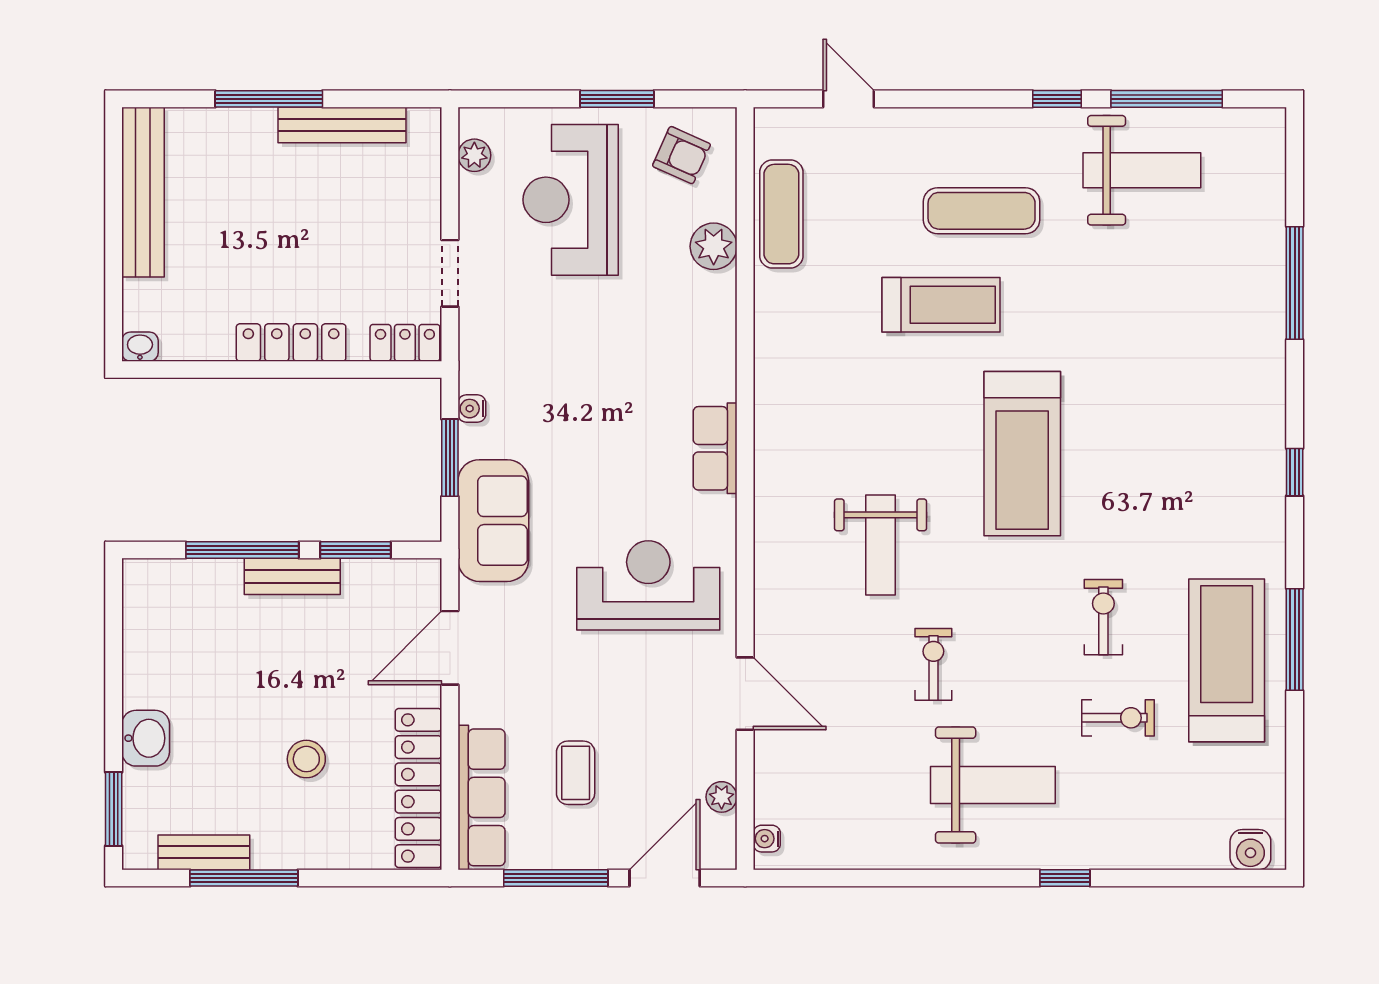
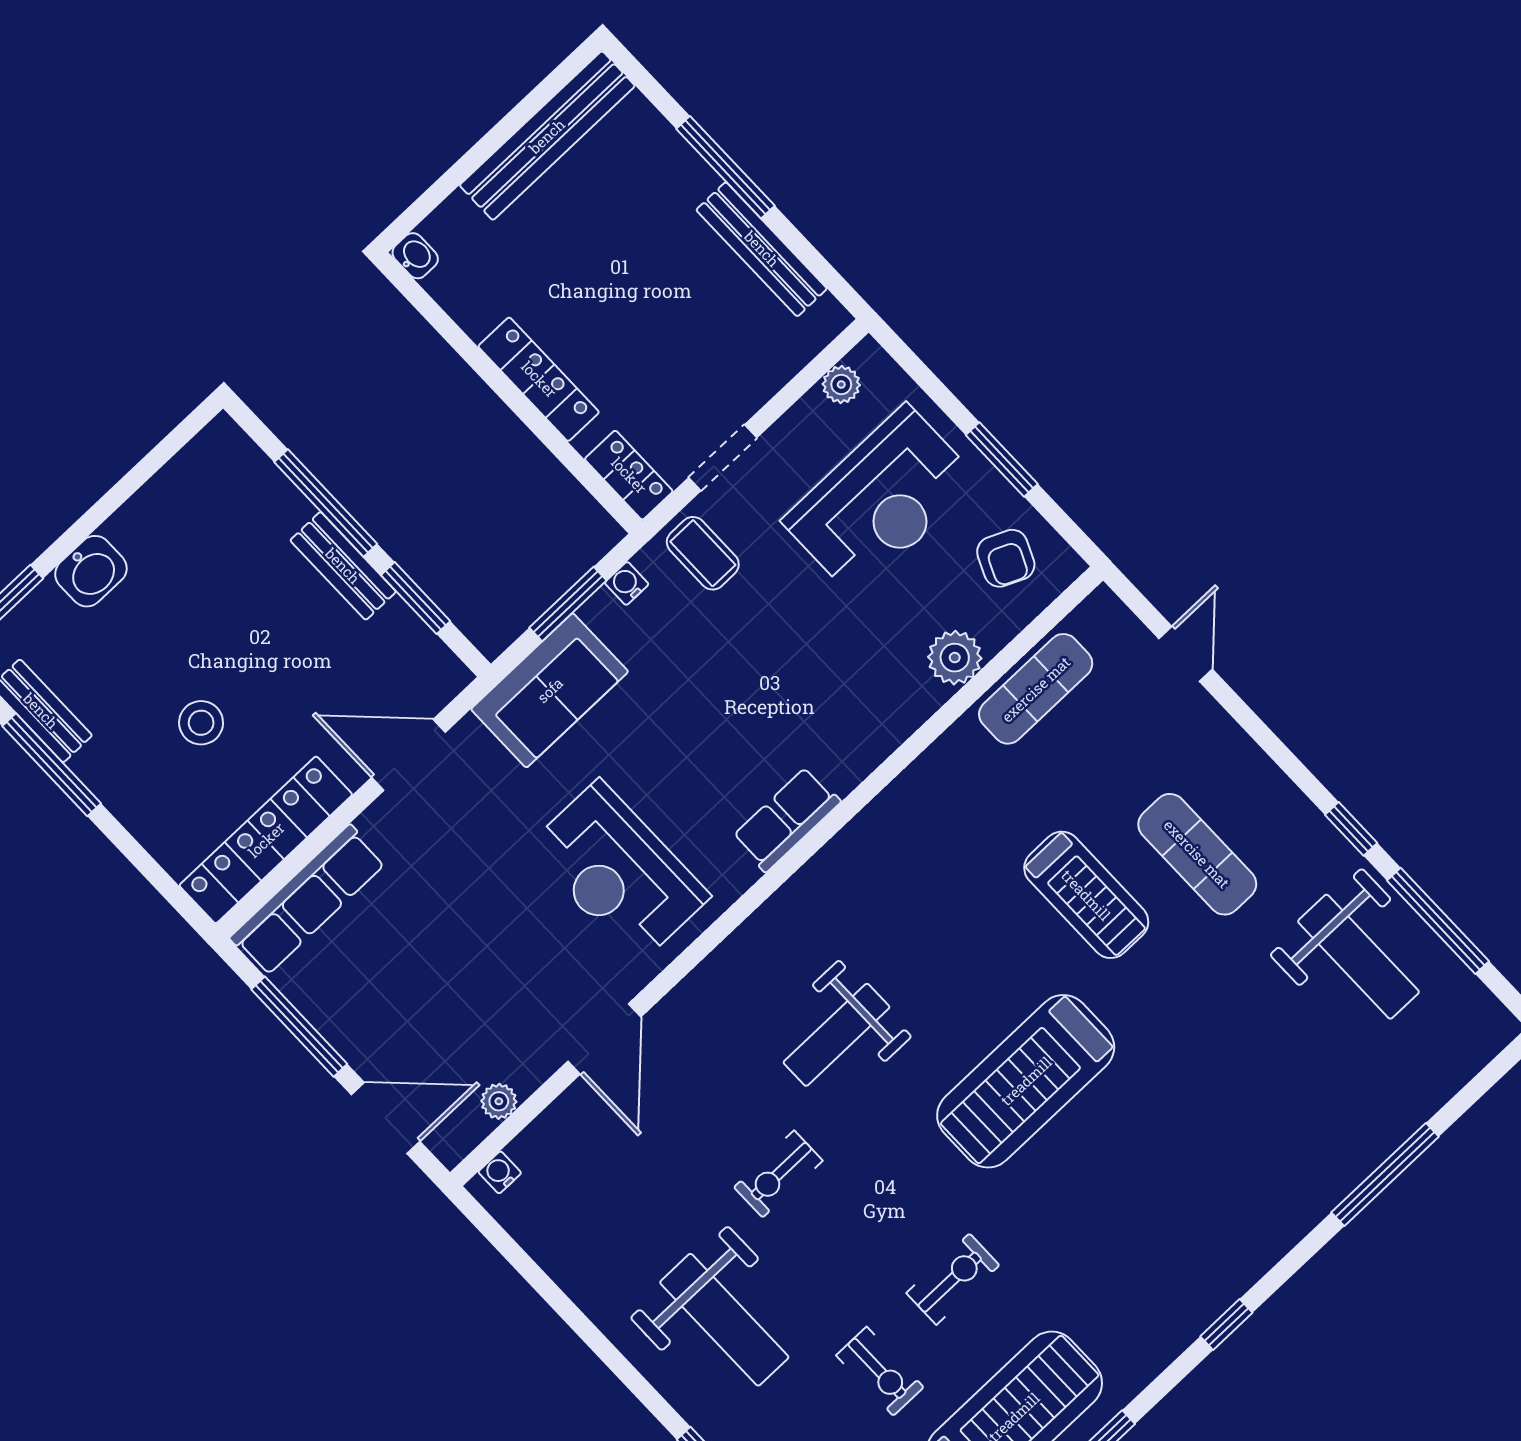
reception desk: (571, 200) -> (880, 501), turned 180
reception desk: (648, 585) -> (618, 872), turned 180
exercise bike: (933, 664) -> (778, 1174), turned 180
coffee table: (576, 773) -> (703, 553), moved, turned 90

